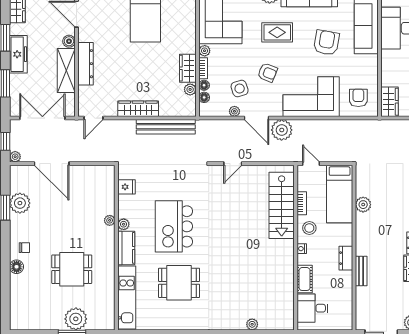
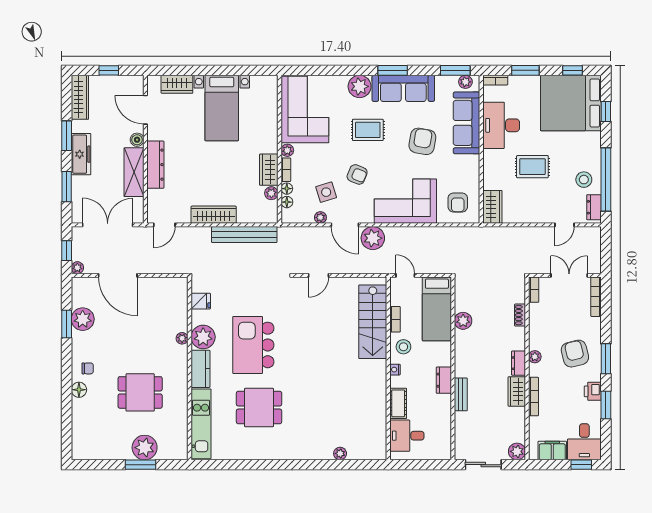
armchair: (358, 98) -> (458, 202), turned 180
plant: (124, 224) -> (203, 337), width x1.87, depth x1.87

